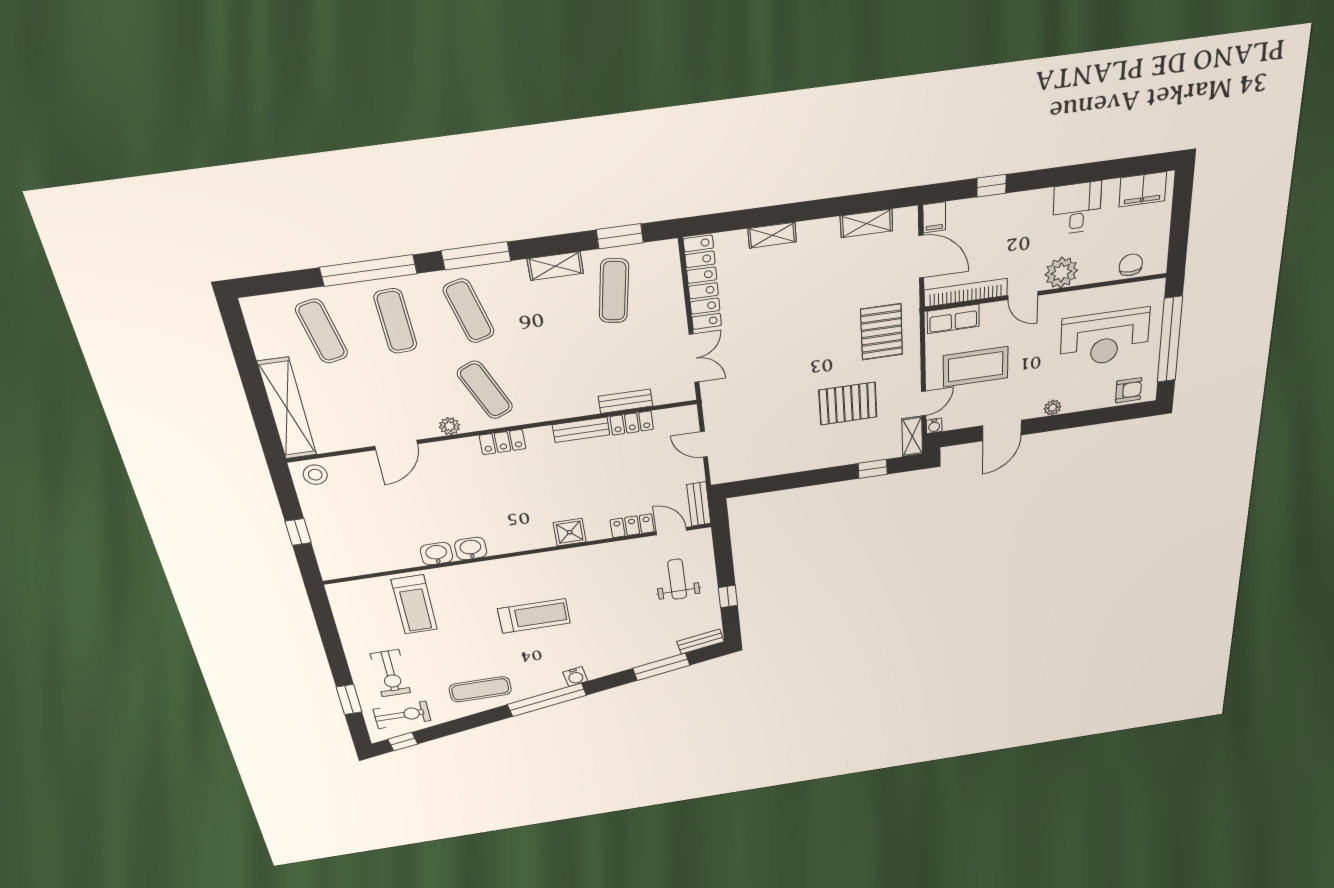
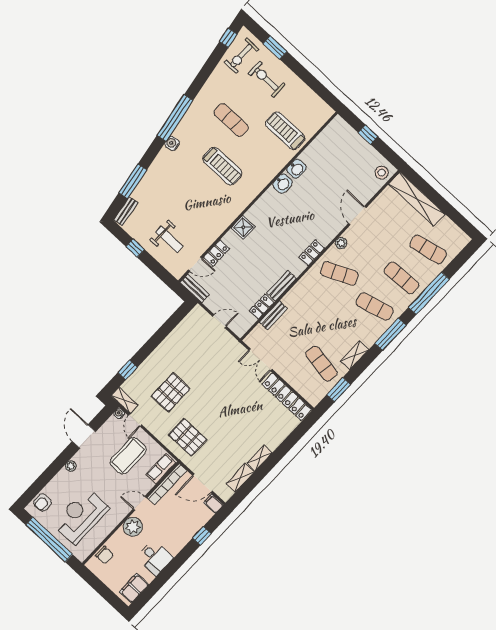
shelving: (772, 235) -> (260, 458), moved
treadmill: (534, 616) -> (222, 166), turned -90
exercise mat: (480, 689) -> (231, 120), moved, turned 90

